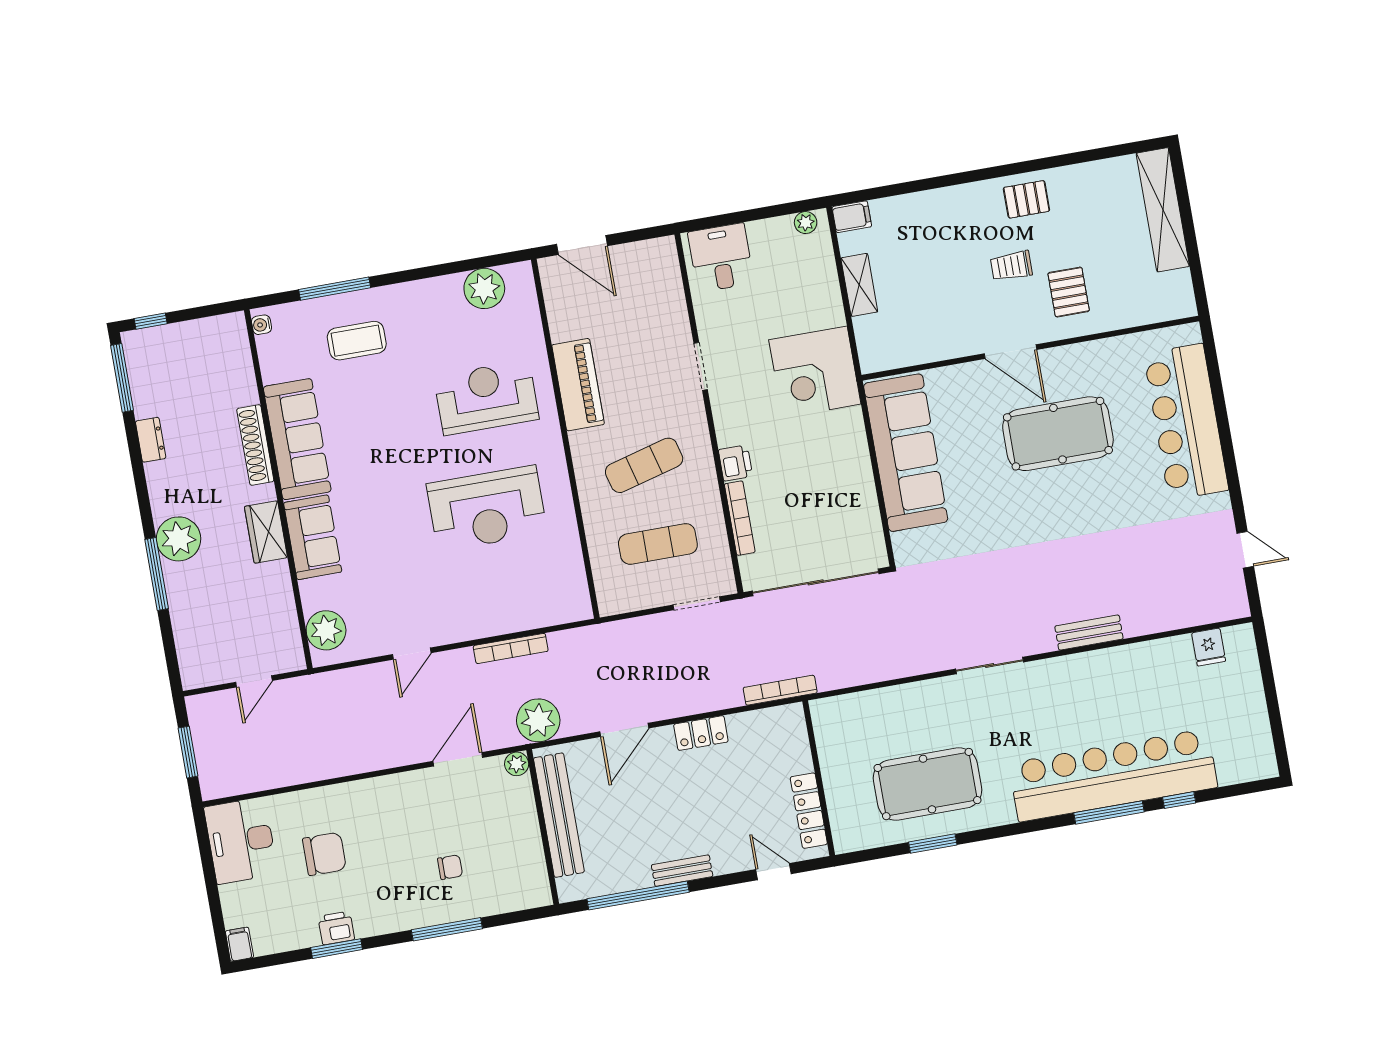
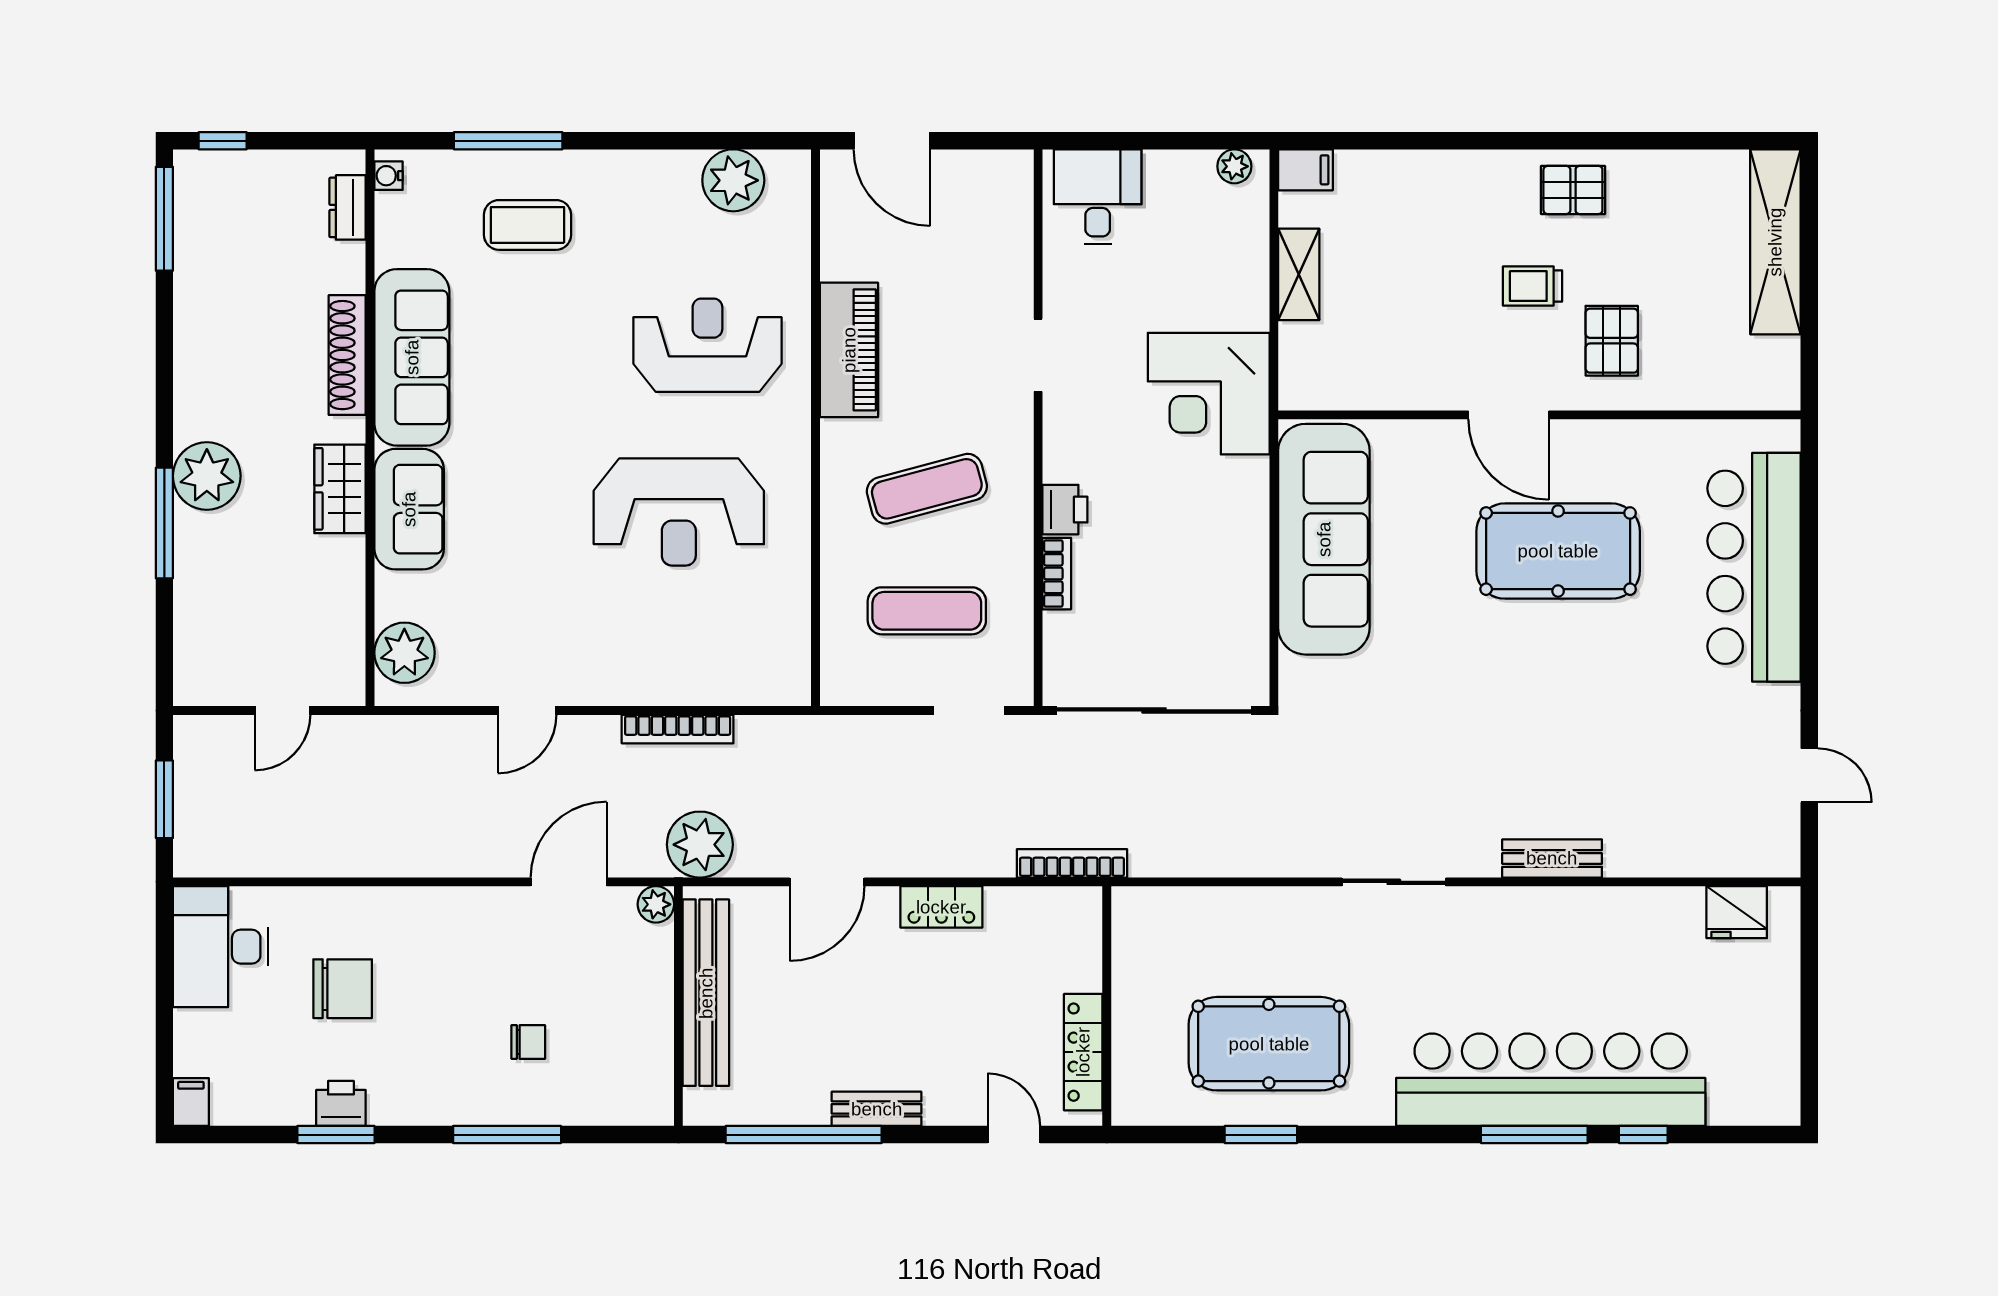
dresser: (151, 440) -> (348, 207), moved, turned 180
bookcase: (740, 518) -> (1057, 574), width x0.64
fridge: (1209, 647) -> (1737, 912), width x1.38

